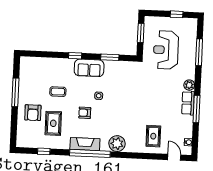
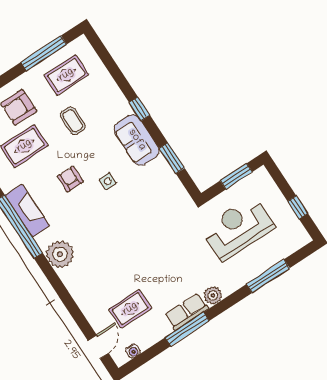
rug: (34, 79) -> (66, 75), added
window: (15, 92) -> (44, 53), moved
rug: (153, 136) -> (130, 309), moved

